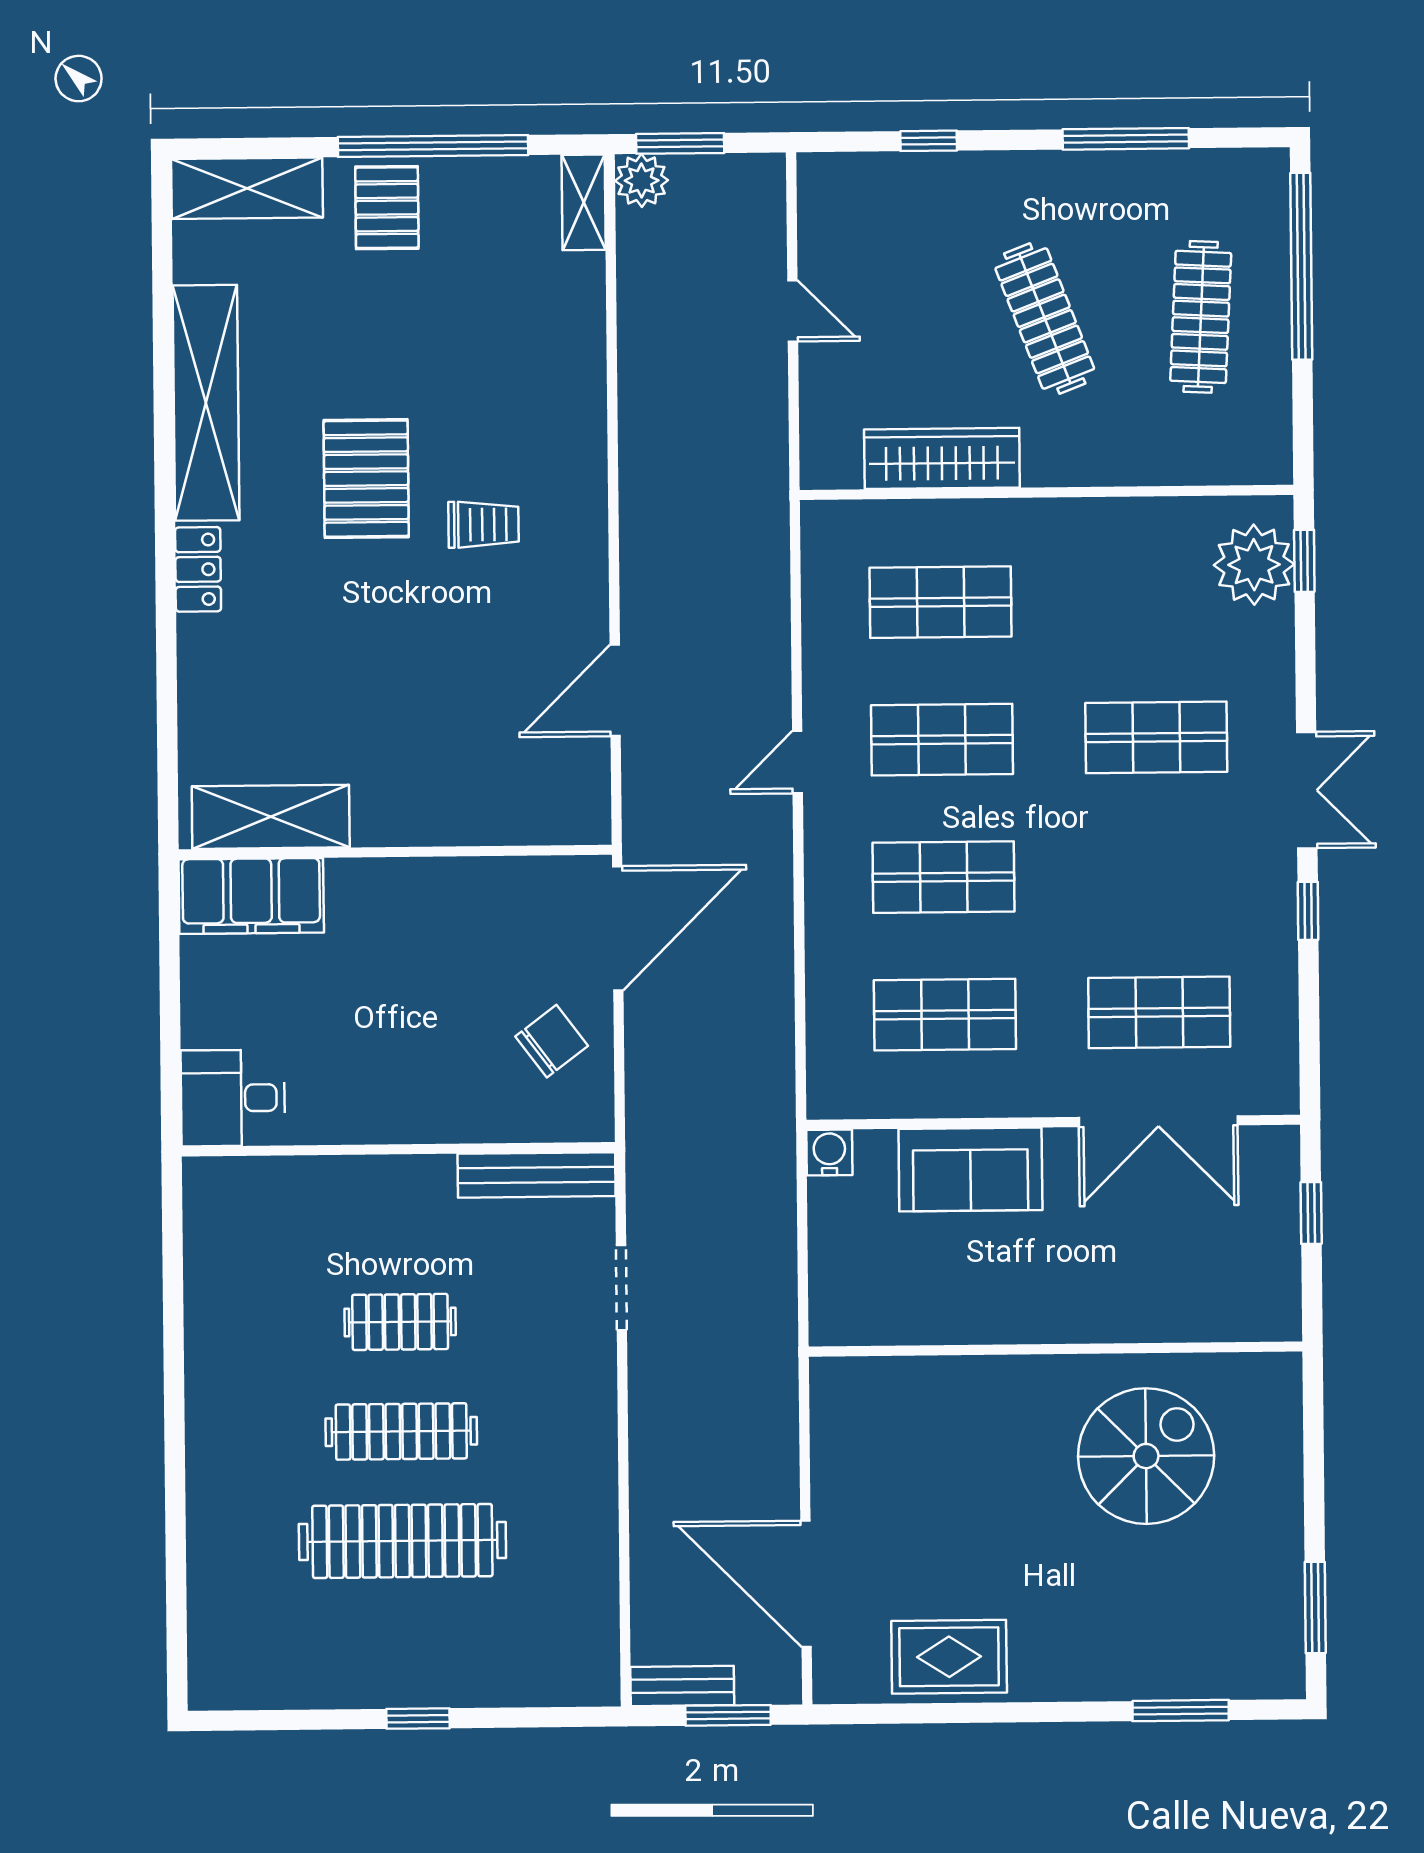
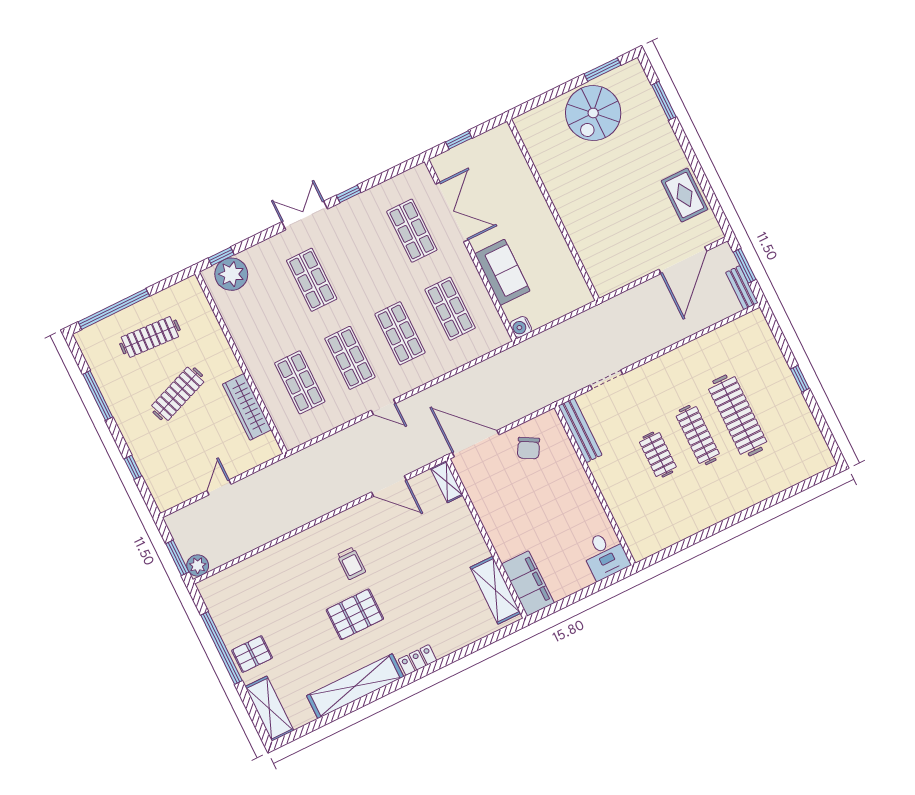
shelving: (584, 202) -> (447, 482), moved, turned 90
trolley: (483, 525) -> (351, 563), turned 180
chair: (552, 1041) -> (529, 448), turned -114
spiral stairs: (1146, 1456) -> (593, 113), moved, turned -90

